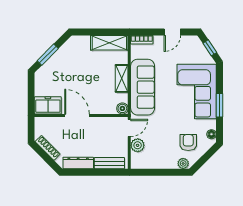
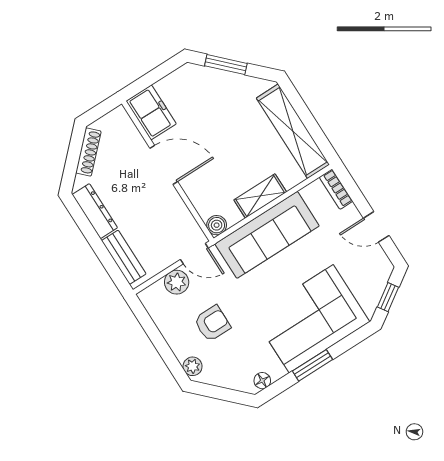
shelving: (109, 43) -> (293, 131), width x1.47
door: (77, 115) -> (164, 165), hinge flipped
armchair: (188, 143) -> (212, 323), moved

